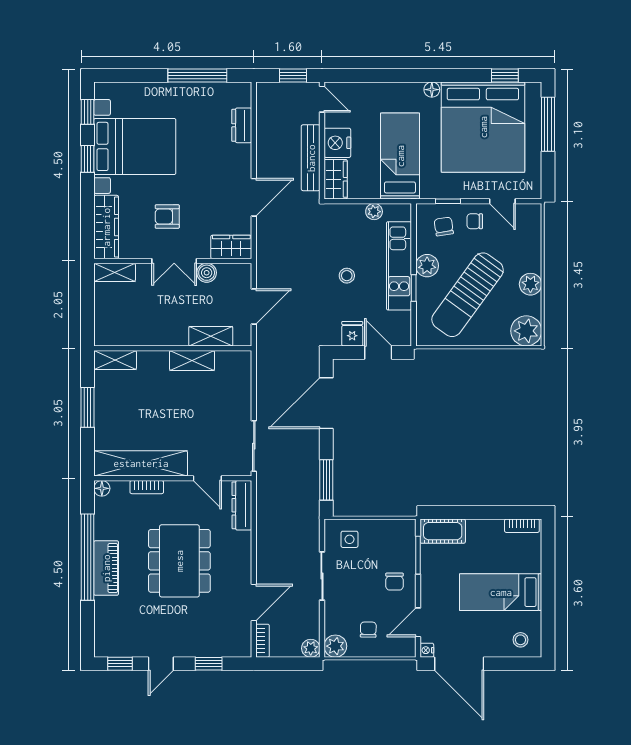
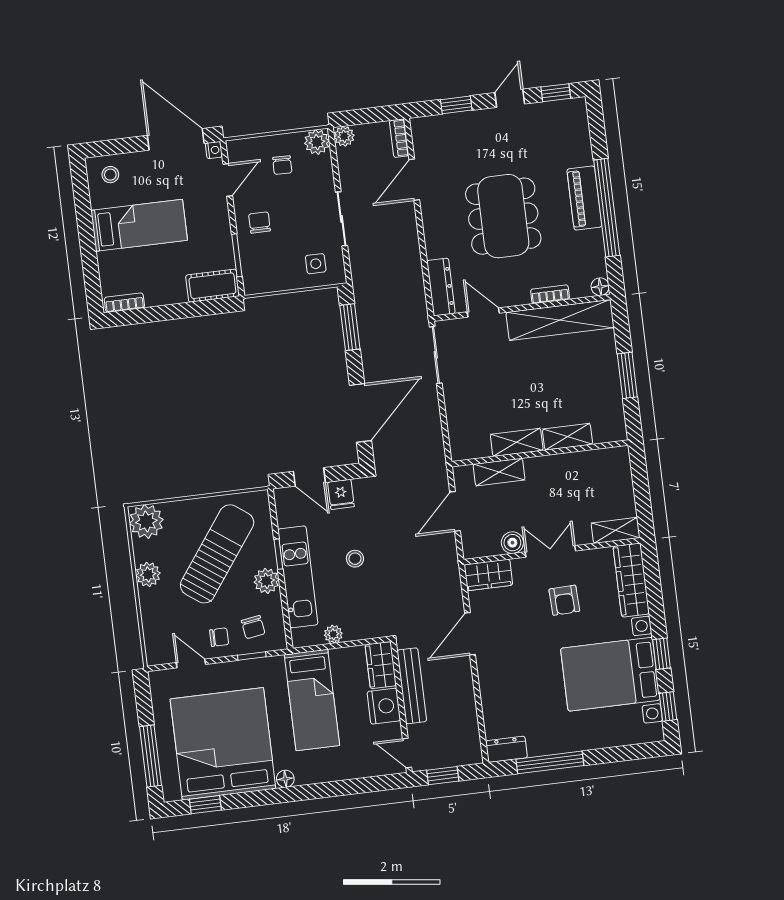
dresser: (242, 125) -> (506, 749), moved, turned -90
armchair: (167, 216) -> (564, 600), turned 88
shelving: (115, 360) -> (568, 437), moved

